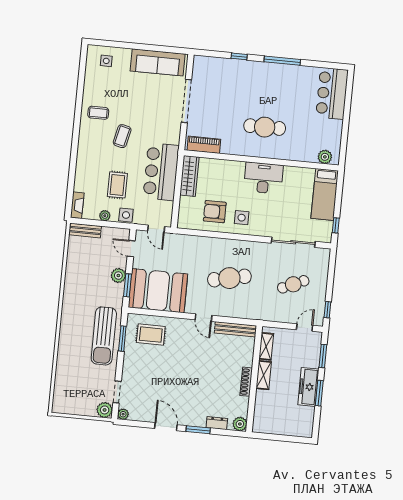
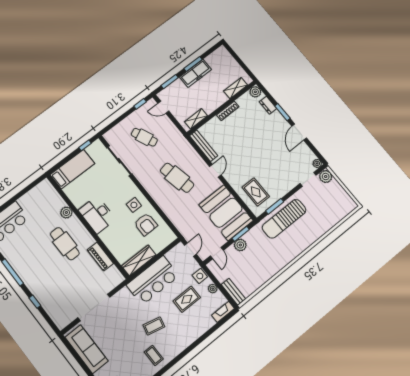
piano: (204, 145) -> (100, 257), moved
plant: (325, 157) -> (66, 213), moved
sun lounger: (104, 336) -> (284, 219), turned 180
shelving: (264, 375) -> (236, 88), moved

